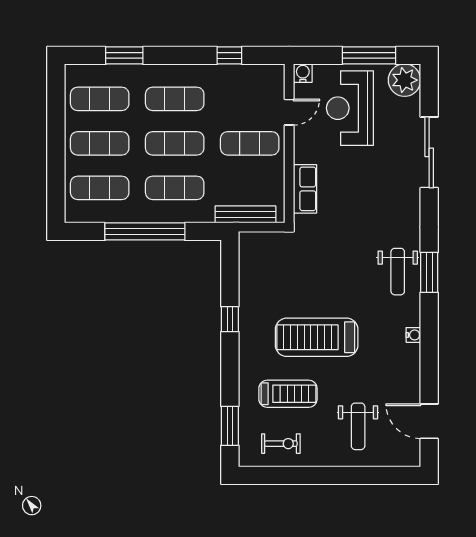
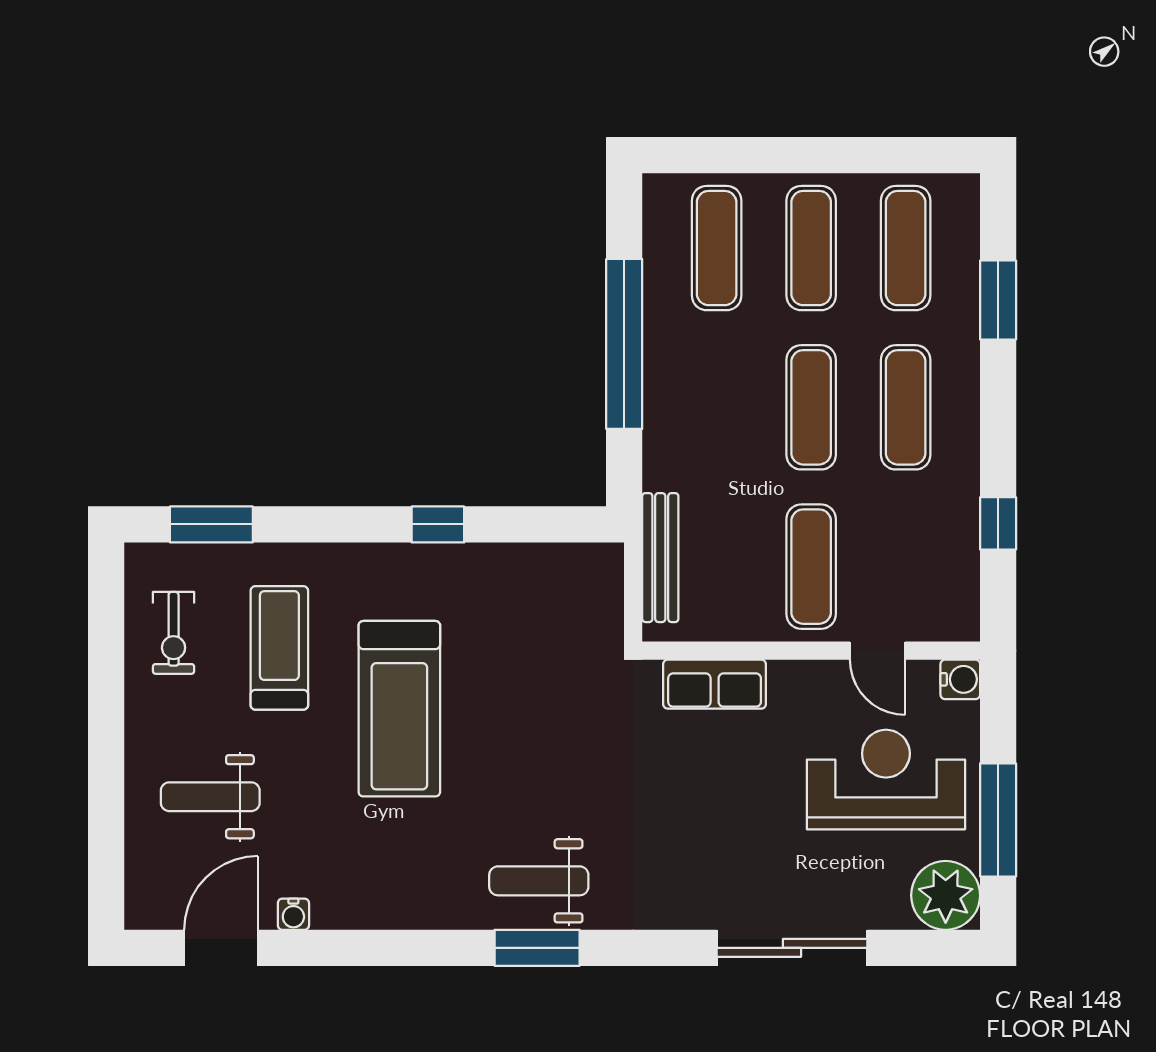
exercise mat: (175, 188) -> (717, 407), removed
water cooler: (413, 335) -> (293, 914), moved
treadmill: (317, 337) -> (399, 709), turned 180
treadmill: (288, 394) -> (279, 648), turned 180

